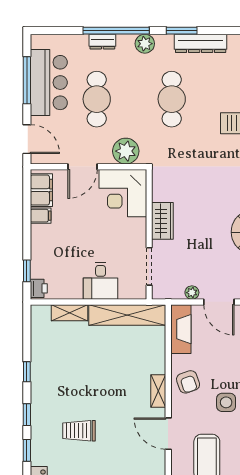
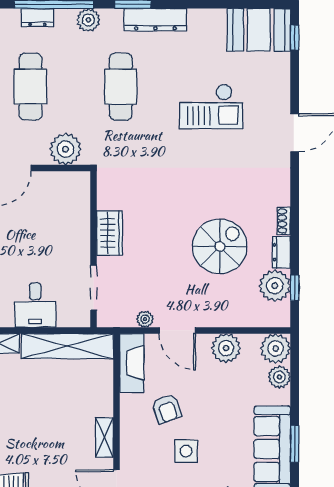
corner desk: (123, 193) -> (62, 200), removed
armchair: (188, 382) -> (167, 409), moved

